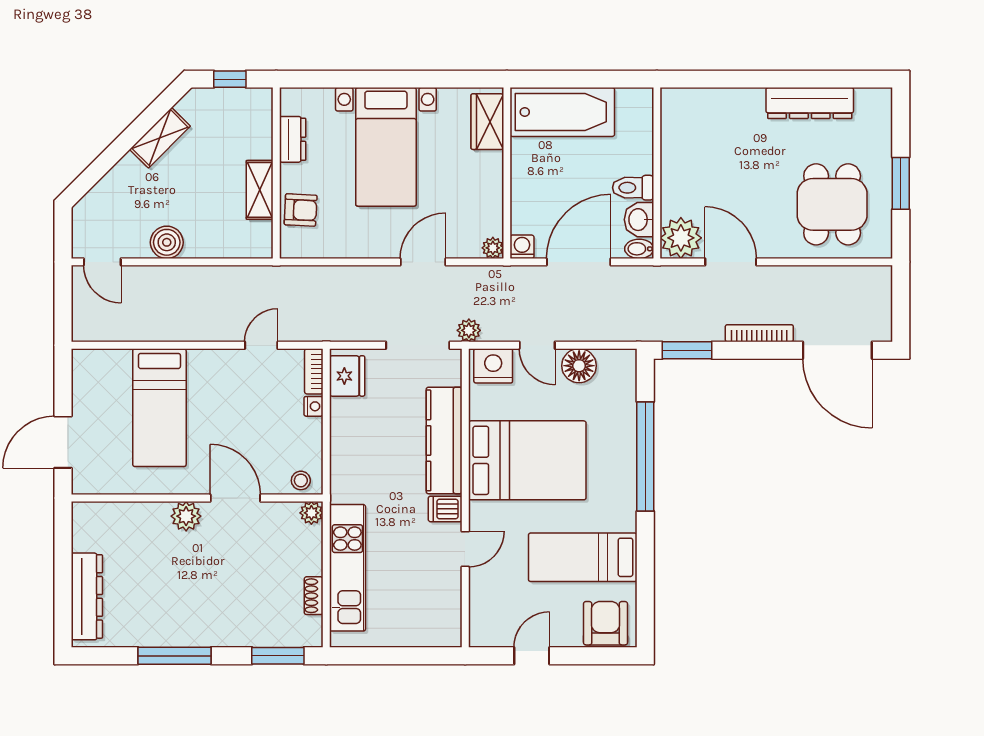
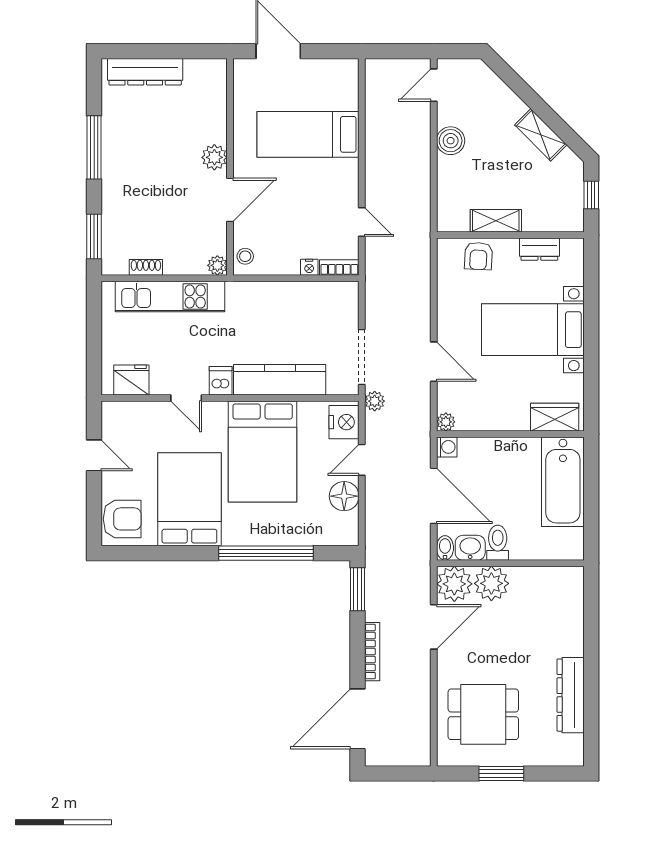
plant: (680, 195) -> (491, 583), added
fridge: (347, 376) -> (131, 380), moved, turned 180
bed: (583, 557) -> (189, 499), width x1.50

